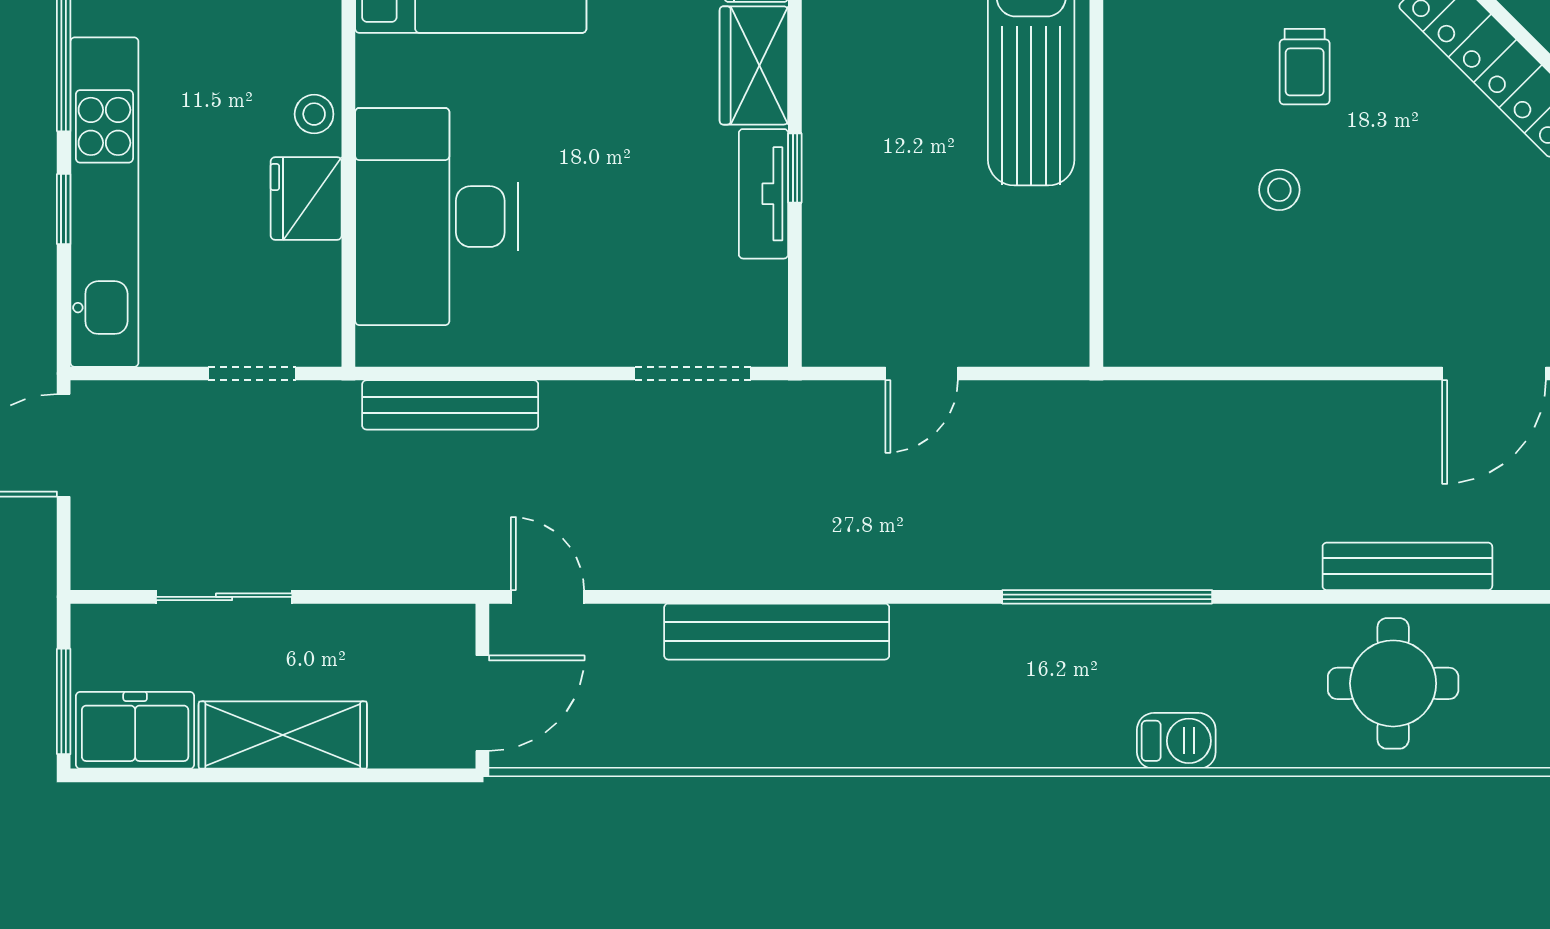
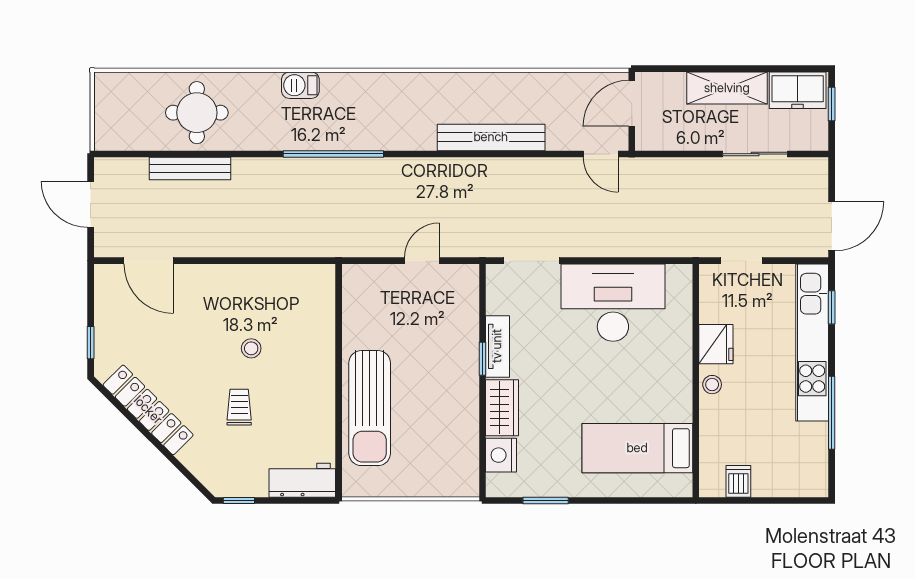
window: (64, 209) -> (832, 307), moved
desk: (436, 217) -> (613, 303), moved, turned -90
door: (1494, 374) -> (149, 261), swing flipped
bench: (450, 405) -> (647, 246), removed
window: (64, 701) -> (832, 104), width x0.67

